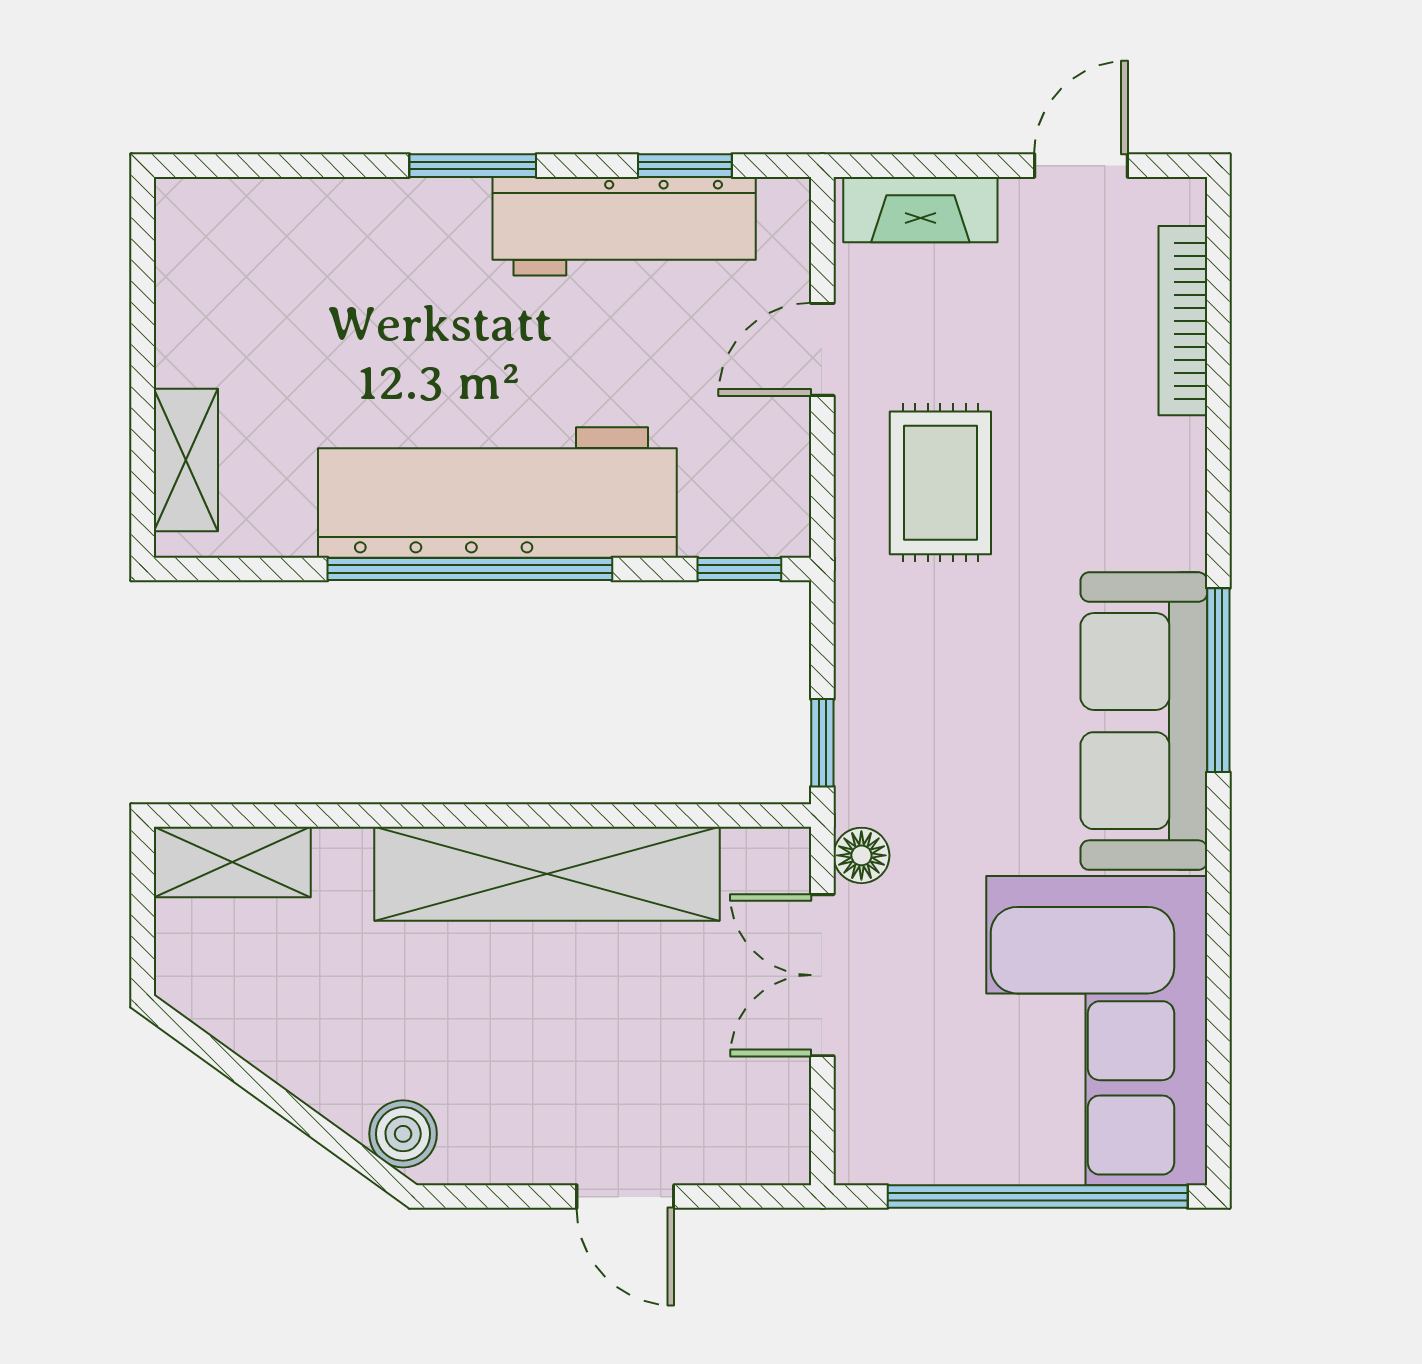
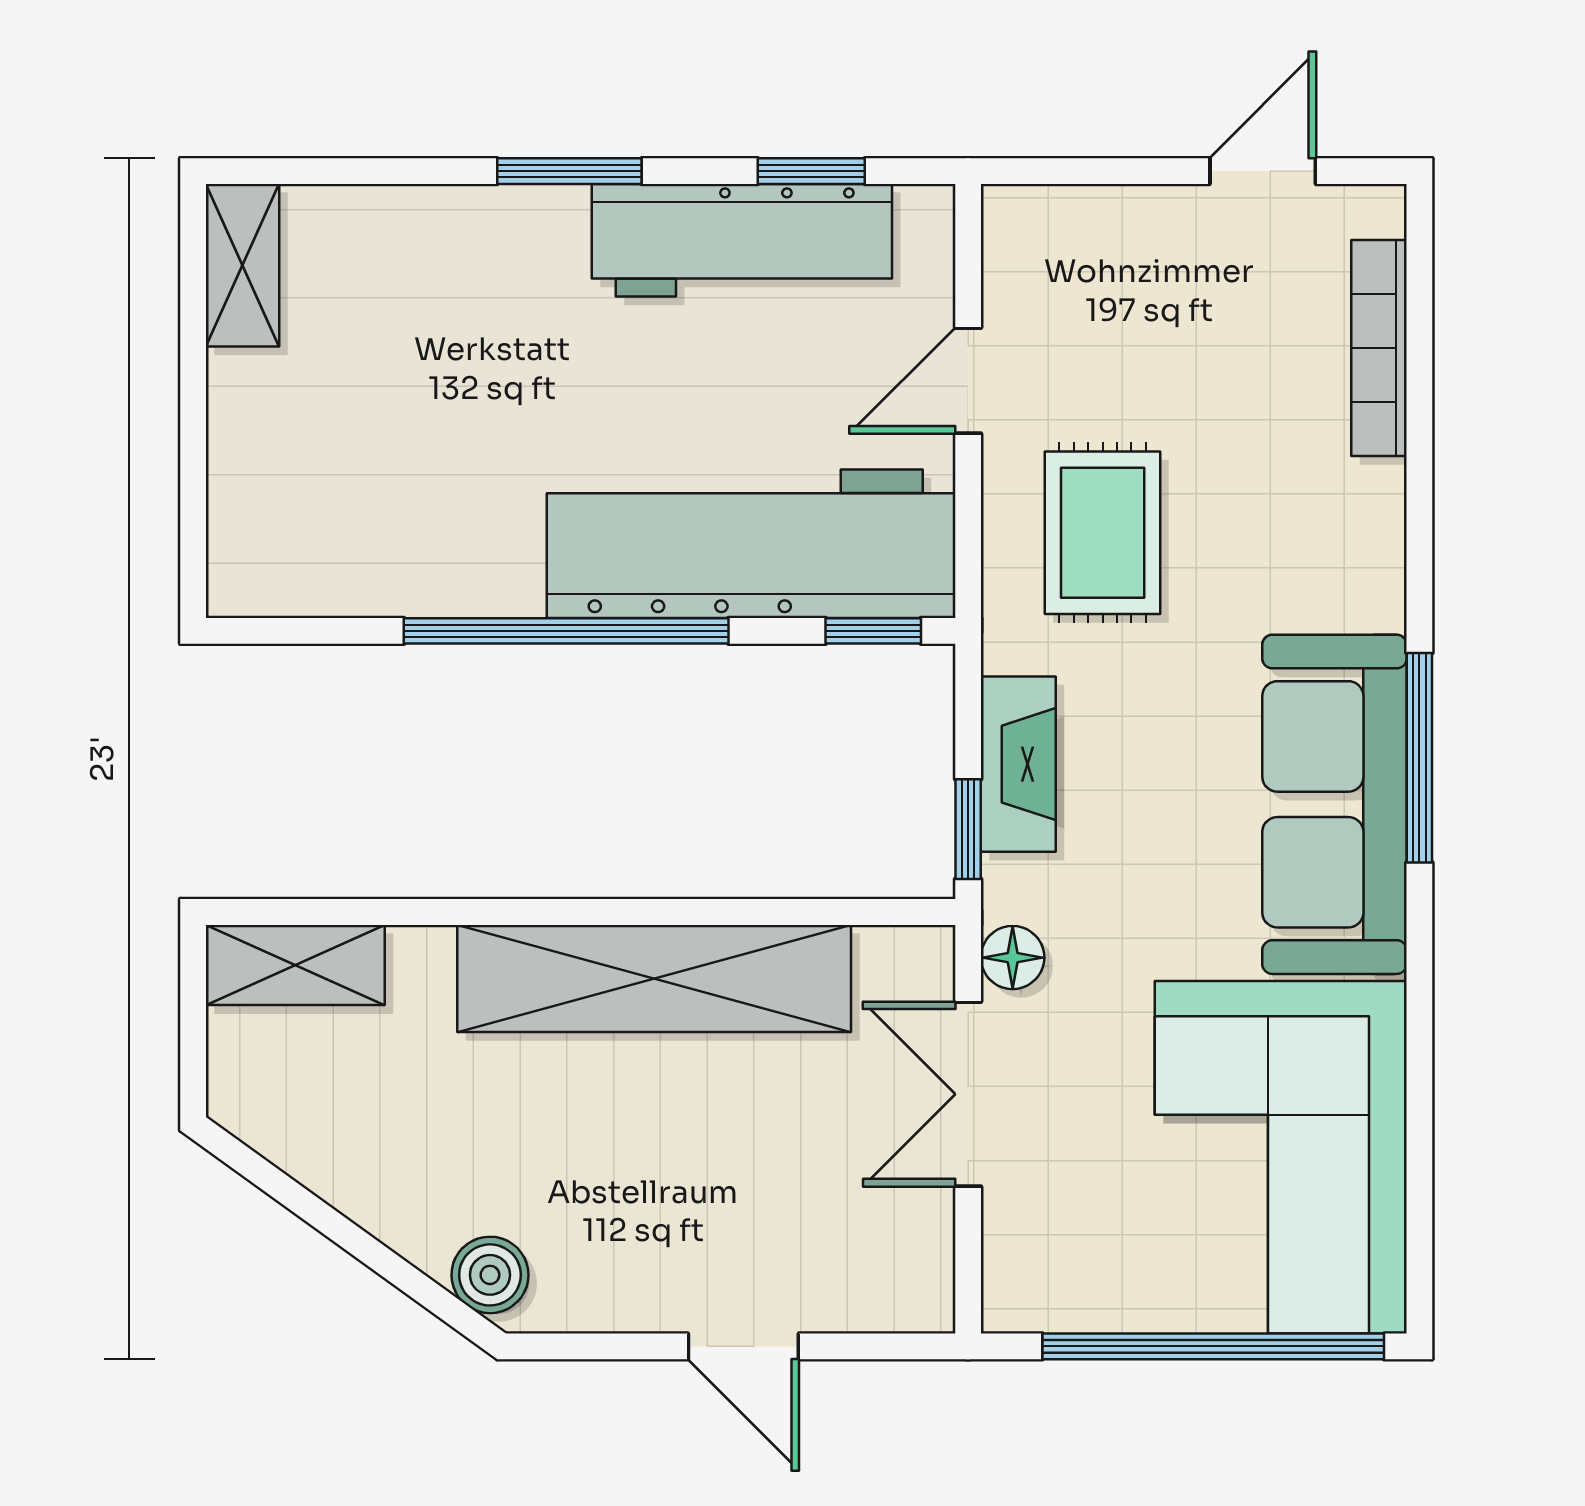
fireplace: (920, 210) -> (1018, 764), moved, turned -90
shelving: (186, 460) -> (242, 265), moved
workbench: (497, 492) -> (751, 544), moved

